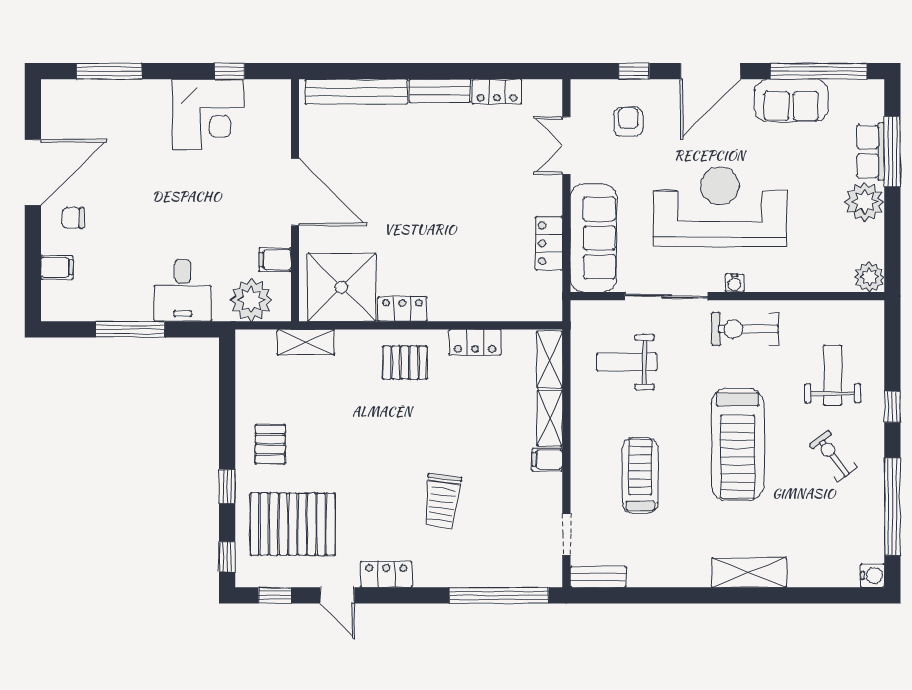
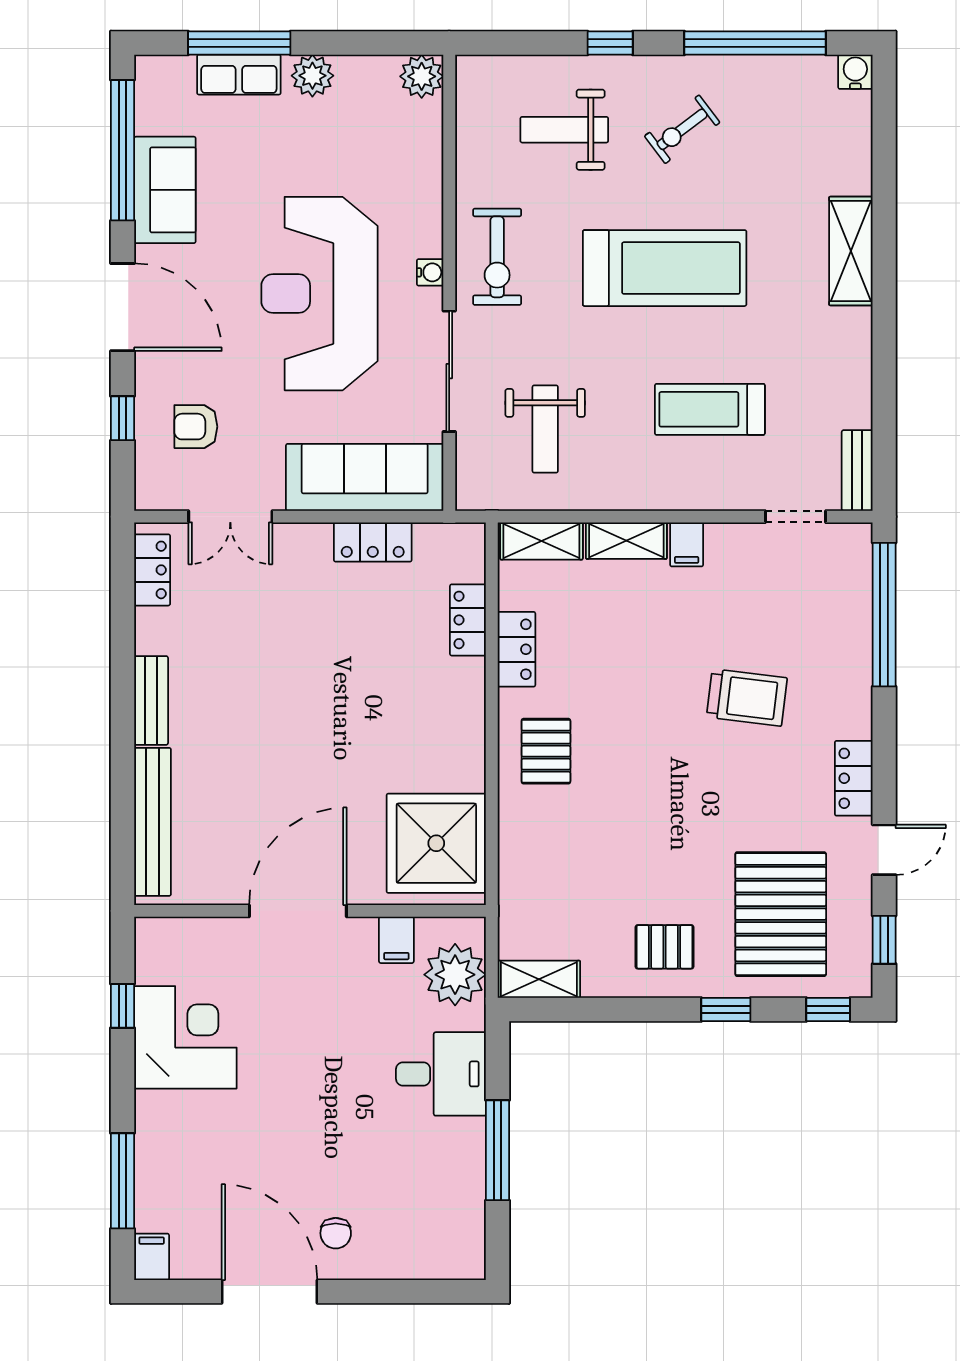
locker: (497, 92) -> (152, 570), moved
plant: (865, 202) -> (312, 76), width x0.73, depth x0.73
filing cabinet: (57, 267) -> (152, 1257), moved
locker: (402, 309) -> (468, 620), moved
shelving: (306, 342) -> (539, 979), moved, turned 90

